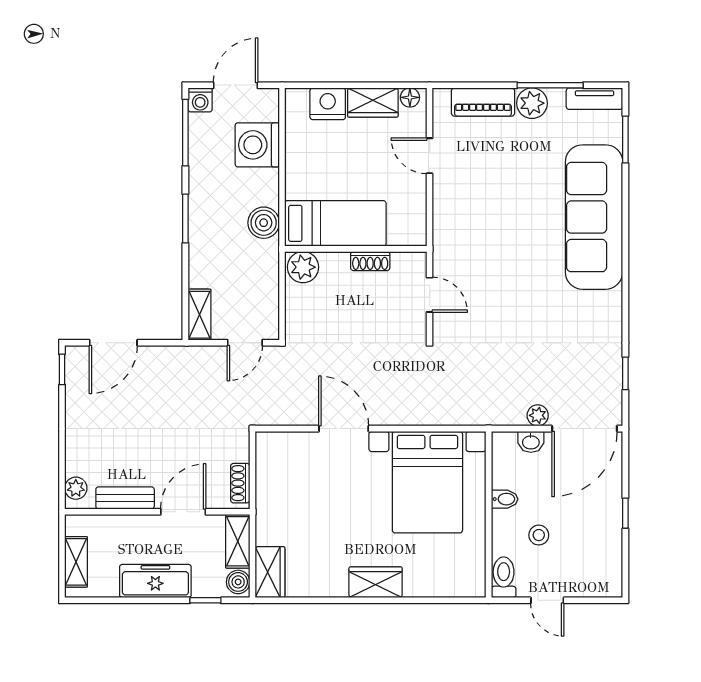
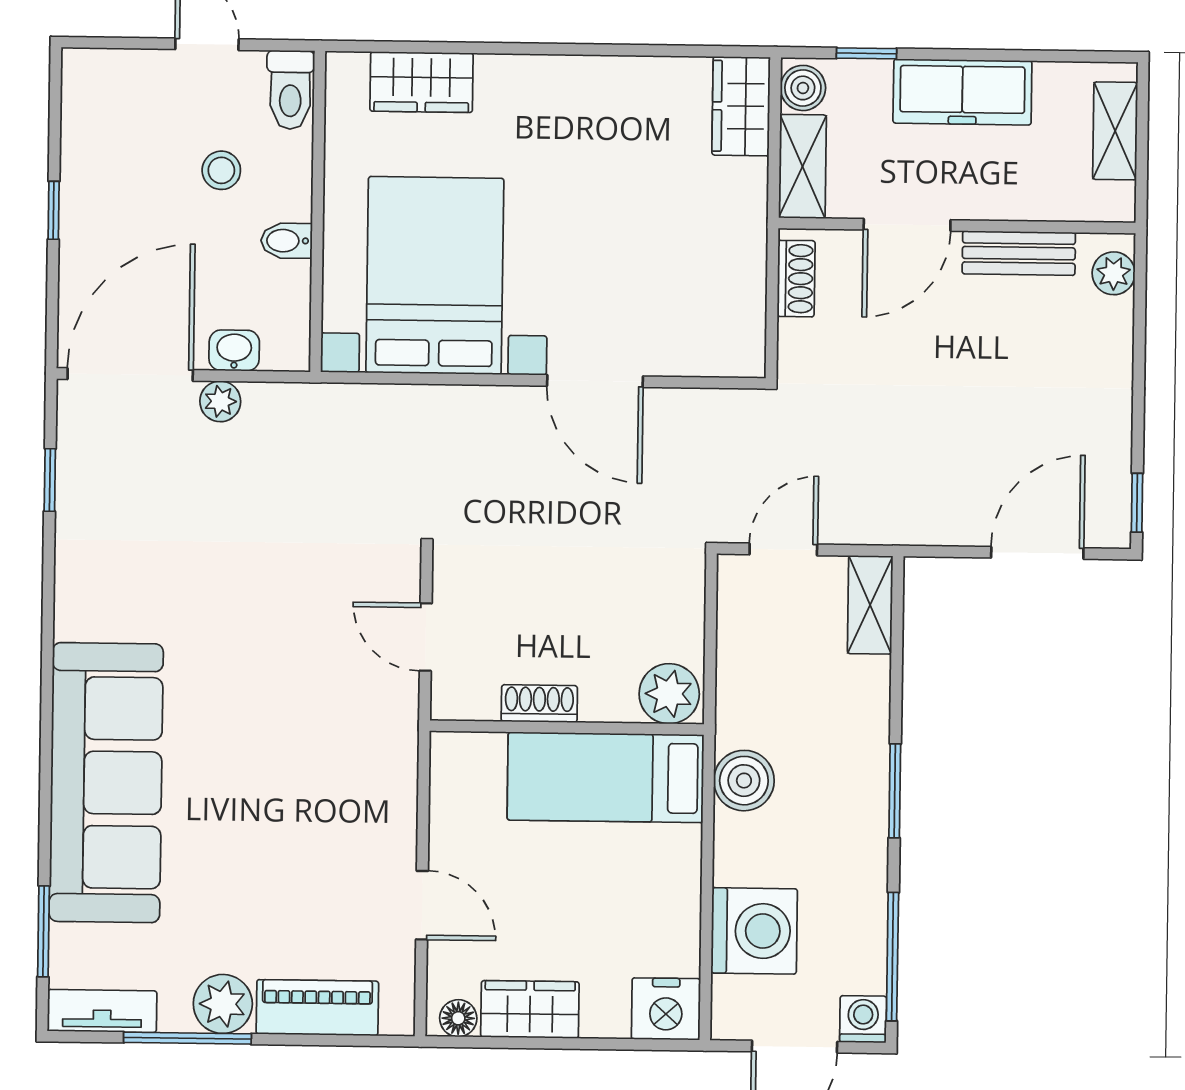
nightstand: (328, 104) -> (666, 1009), moved
wardrobe: (376, 582) -> (422, 82), moved

